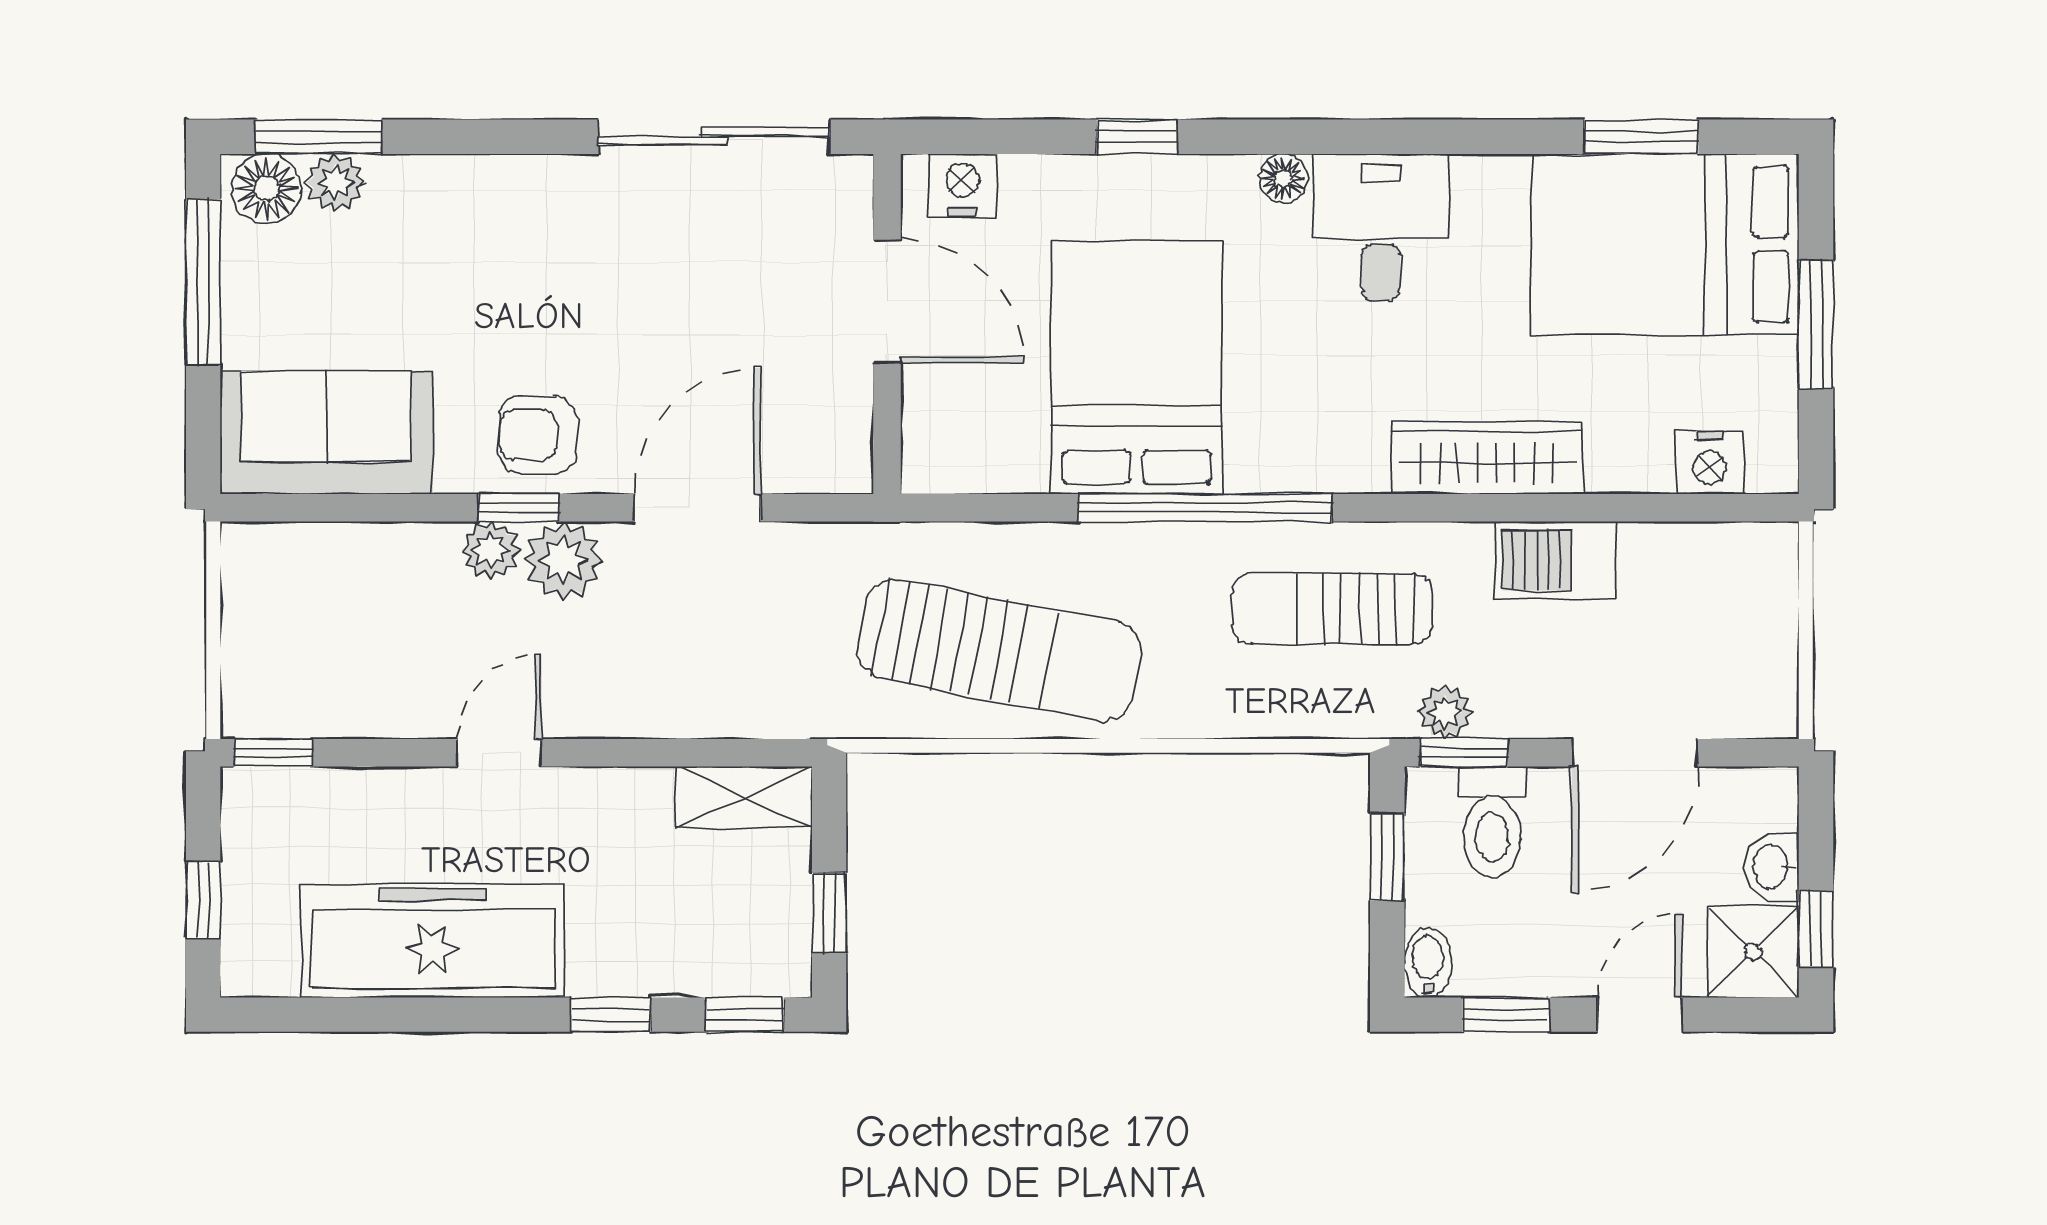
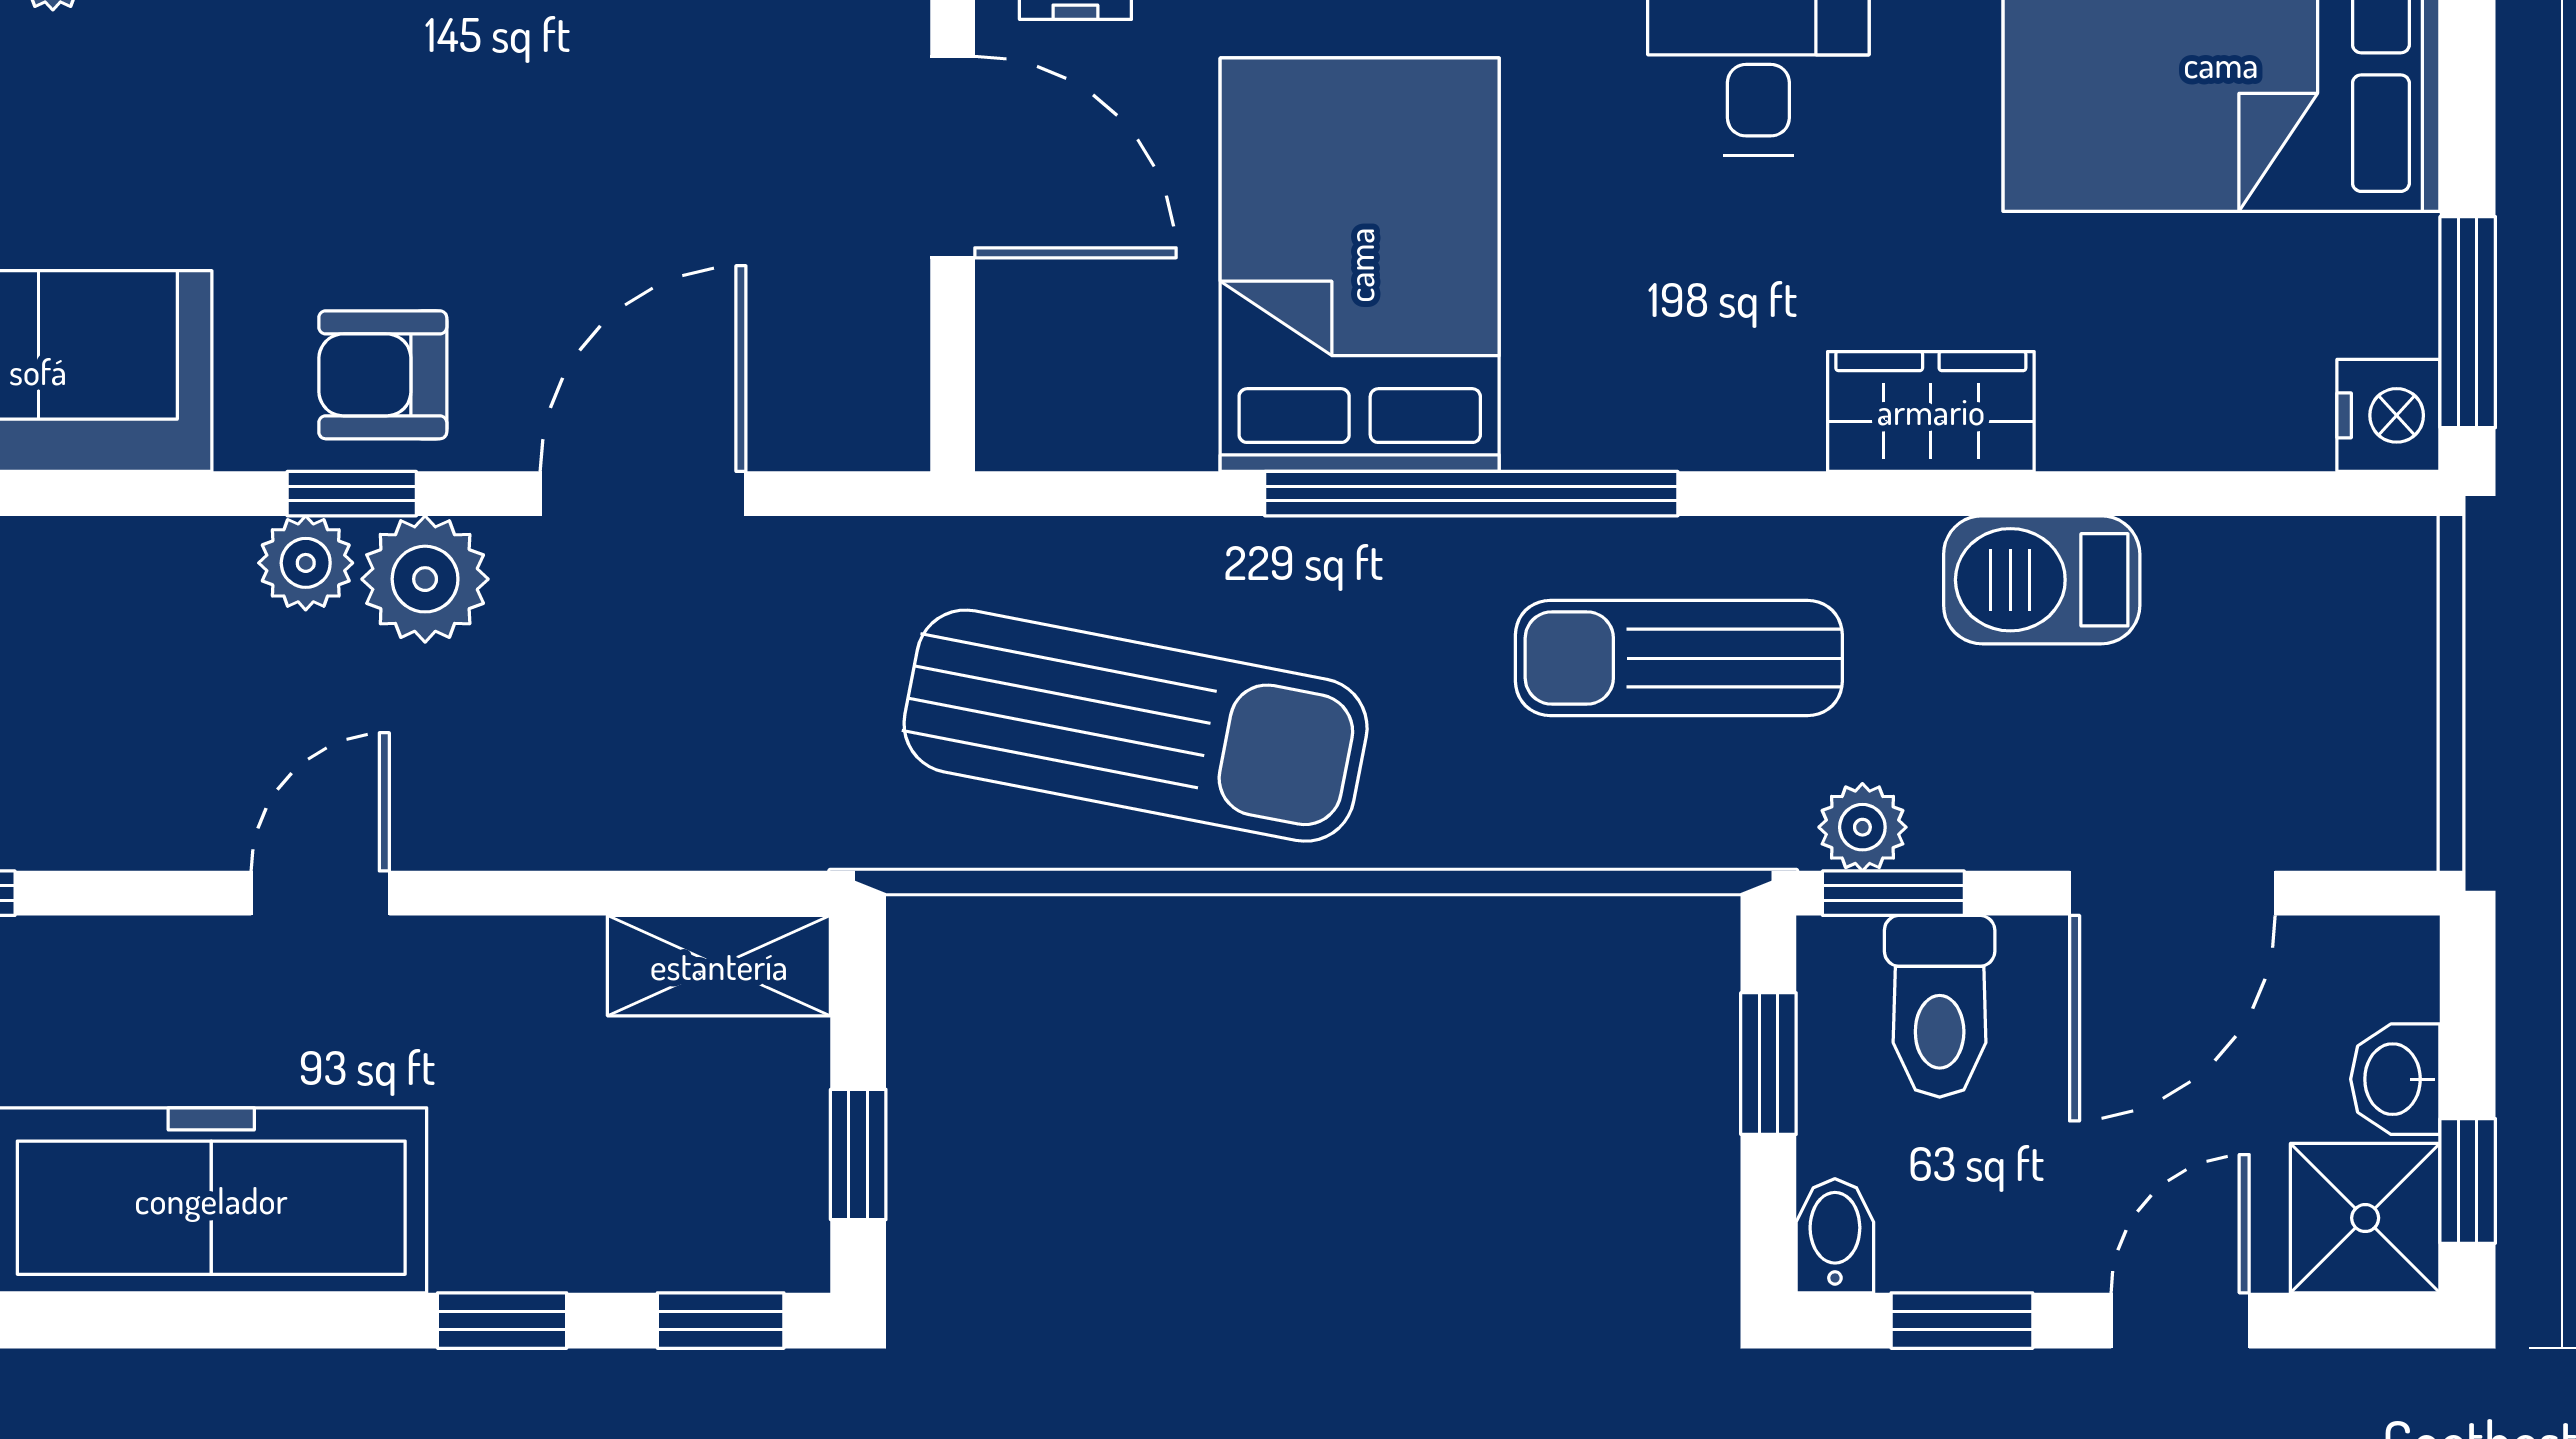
window: (1816, 325) -> (2468, 322), moved
wardrobe: (1487, 457) -> (1931, 411), width x0.67
nightstand: (1710, 462) -> (2388, 415), moved, turned -90

